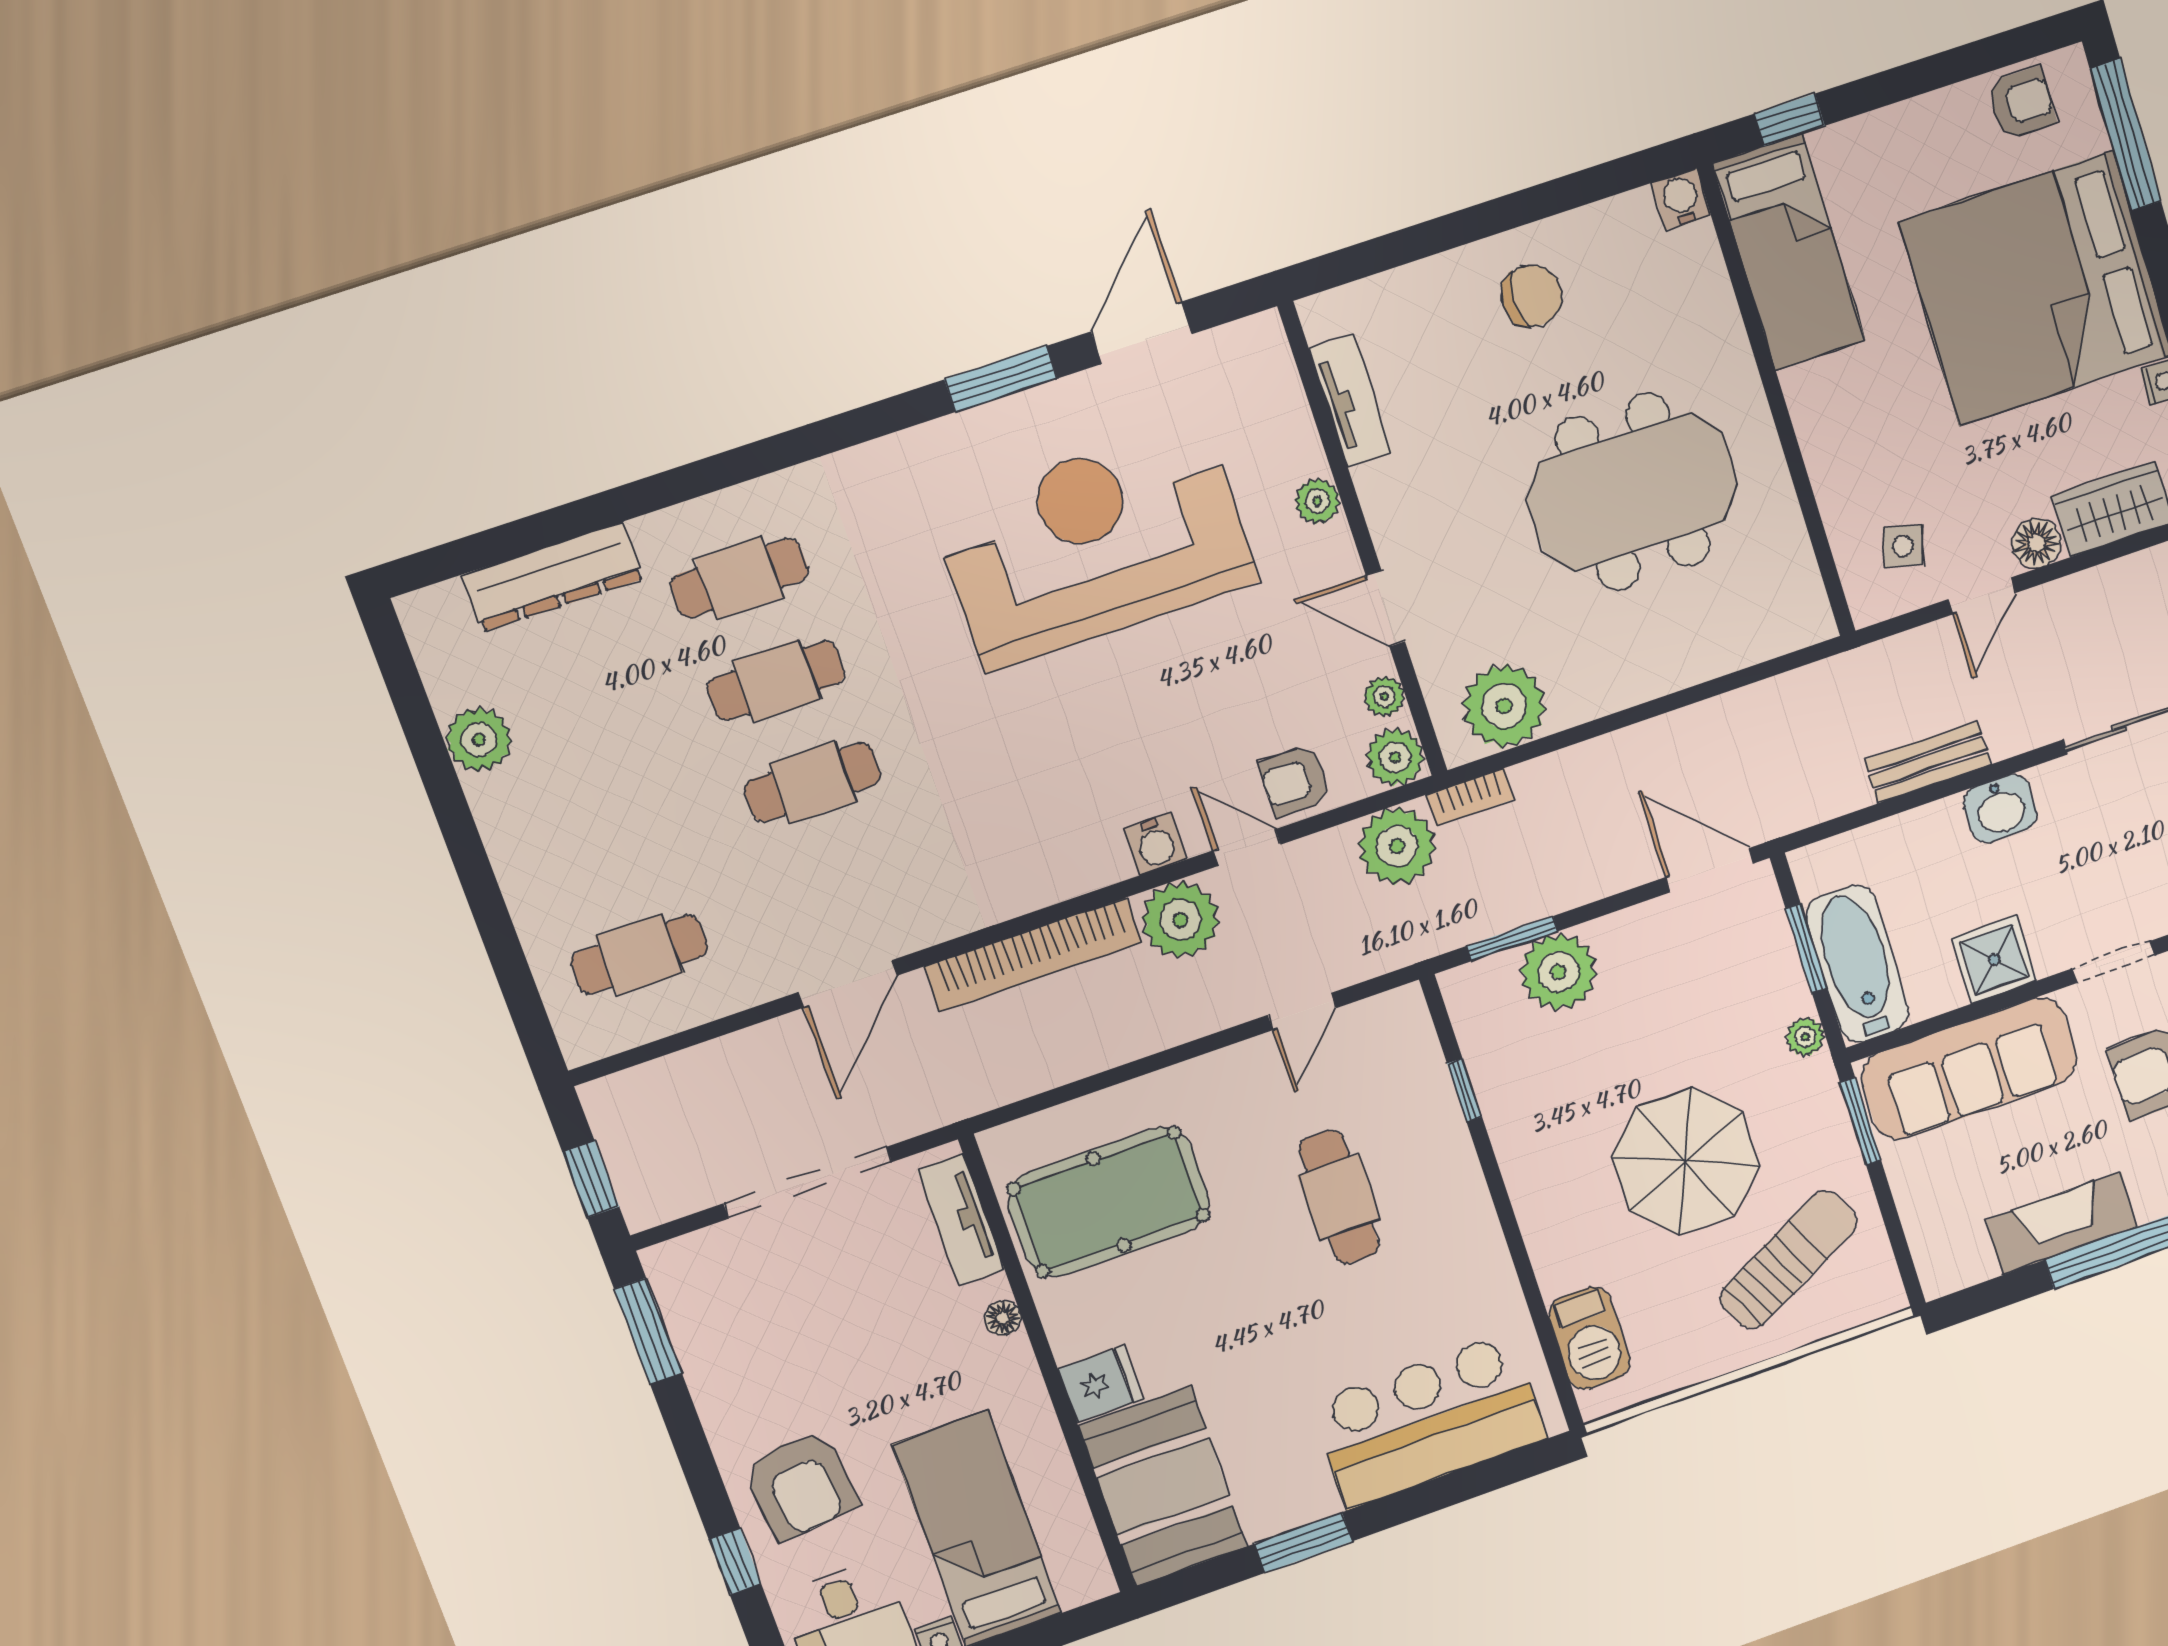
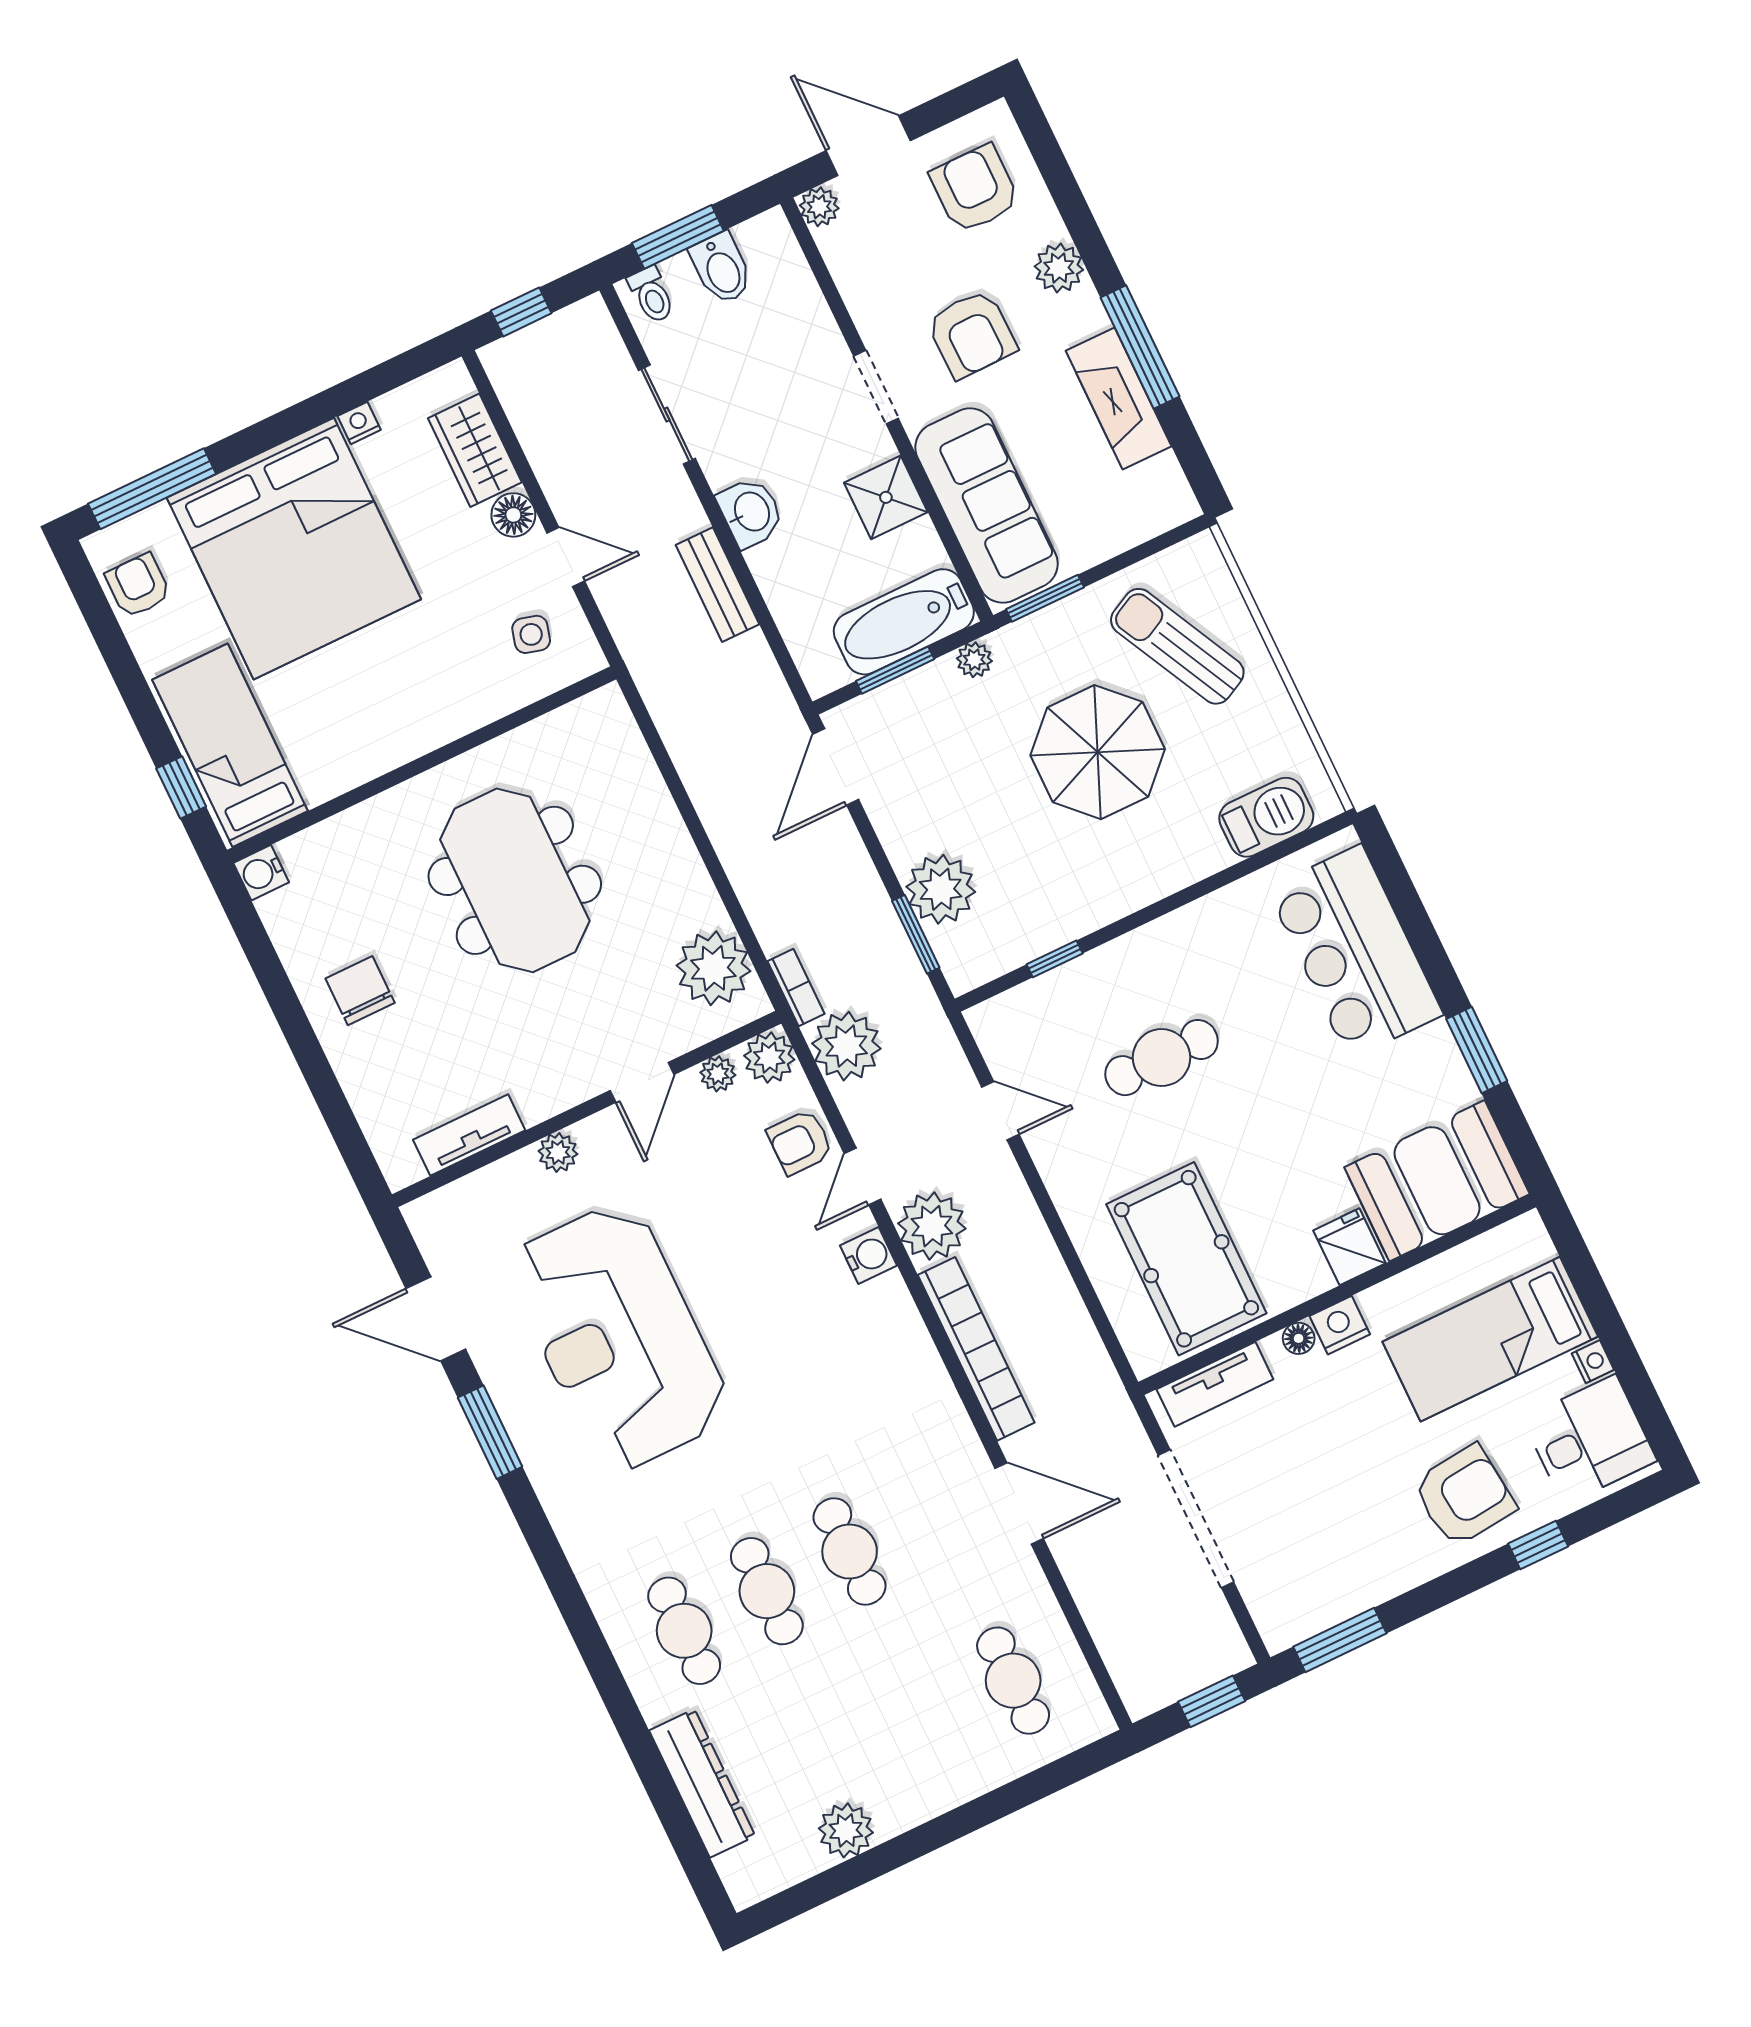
bed: (1789, 252) -> (230, 745), moved, turned -90
armchair: (1295, 781) -> (800, 1142), turned 90
nightstand: (1013, 1365) -> (1340, 1325), added

